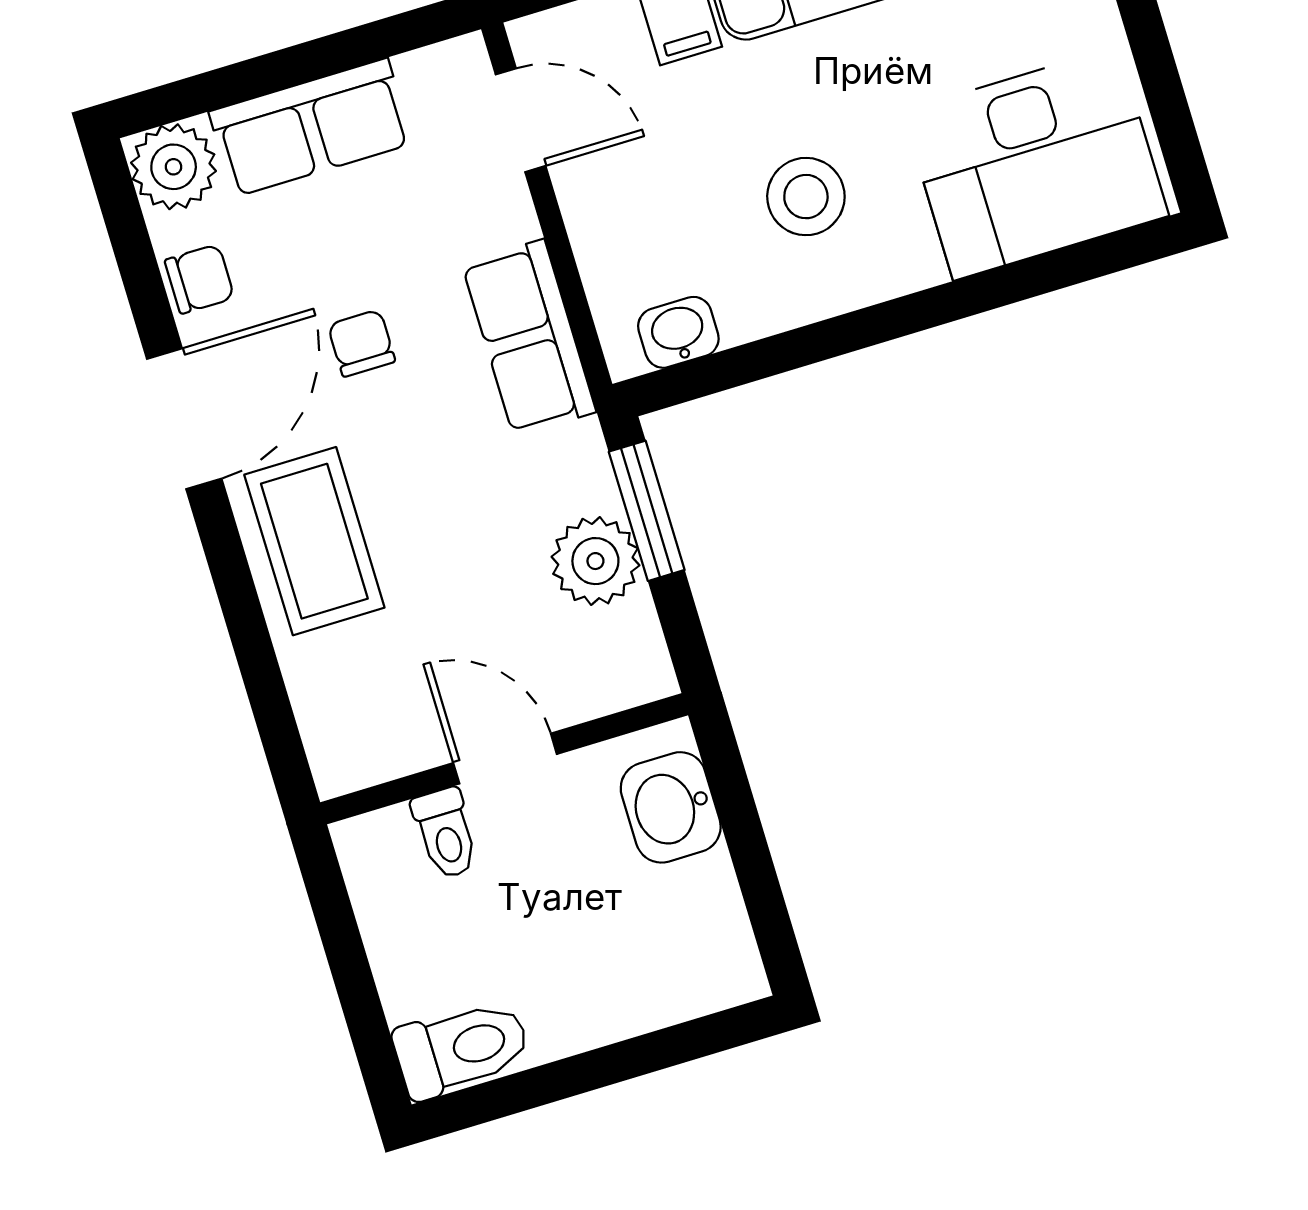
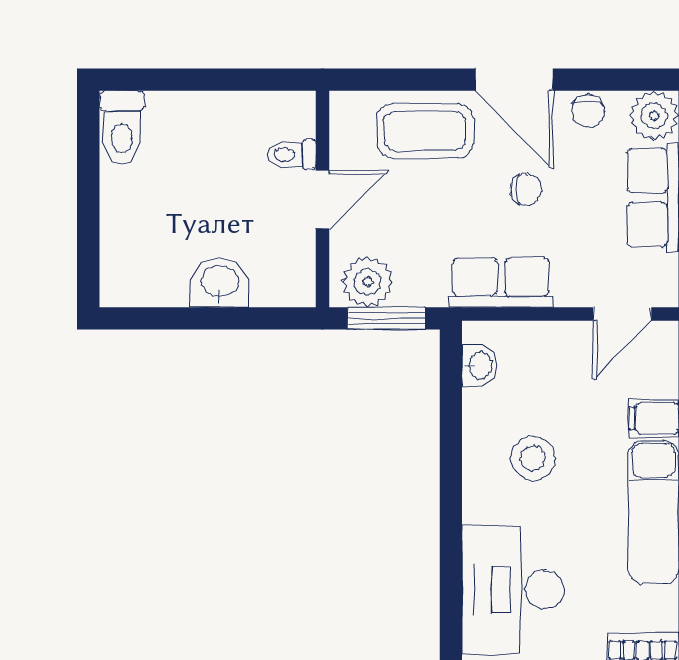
door: (505, 758) -> (323, 199), moved
wall: (504, 759) -> (323, 199), moved
toilet: (446, 833) -> (291, 154), moved

